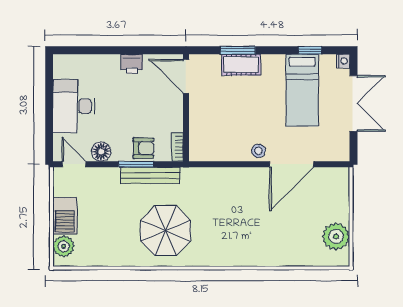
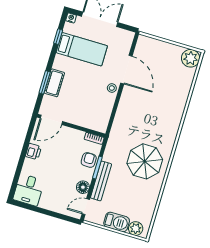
desk: (74, 106) -> (29, 190), moved, width x0.73
bench: (150, 175) -> (101, 181), moved
plant: (336, 236) -> (191, 58), moved

